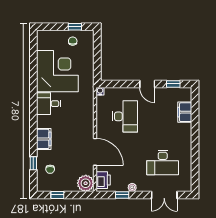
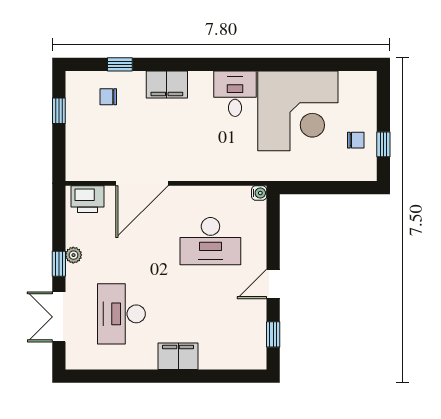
filing cabinet: (185, 112) -> (178, 356), moved
plant: (86, 183) -> (81, 165), removed
window: (122, 195) -> (59, 264), moved

